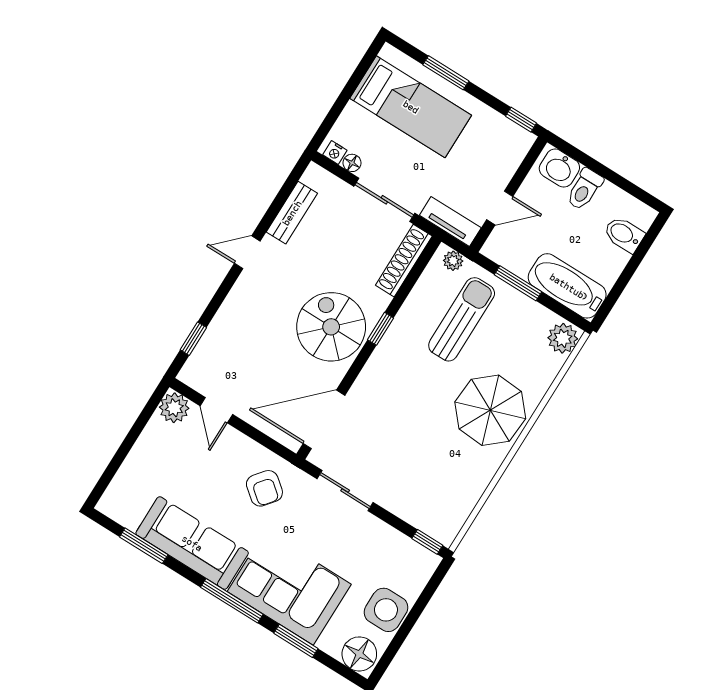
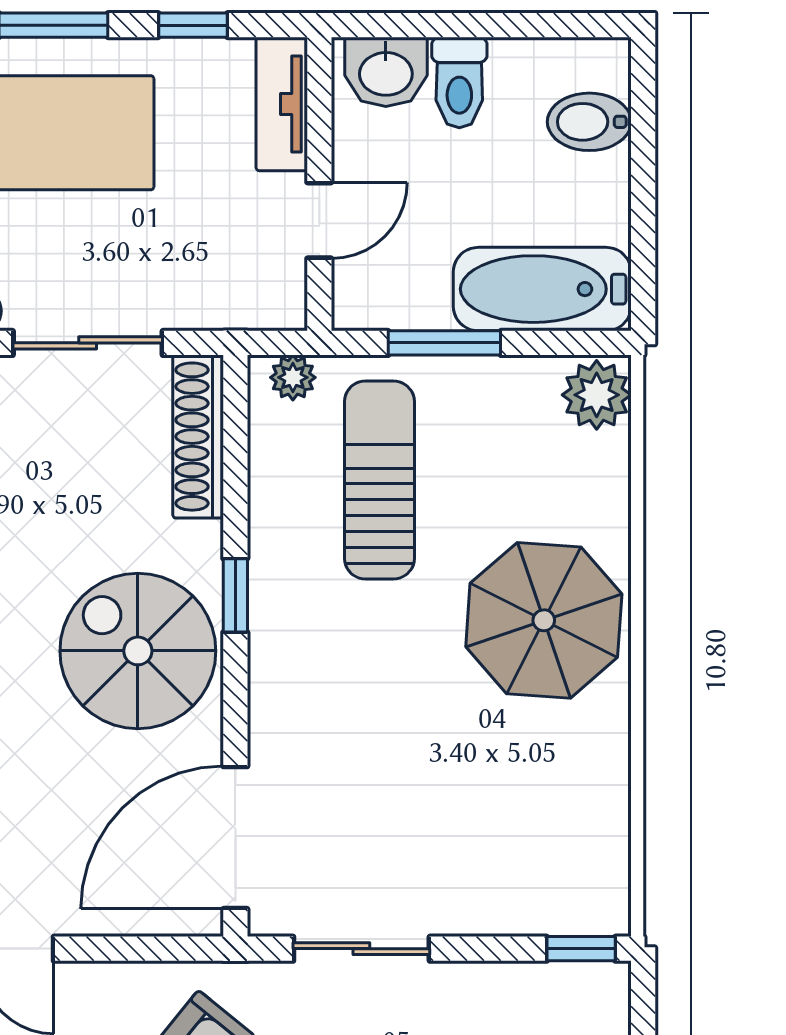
window: (521, 120) -> (193, 25), moved
tv unit: (450, 221) -> (282, 104), moved, turned -90

